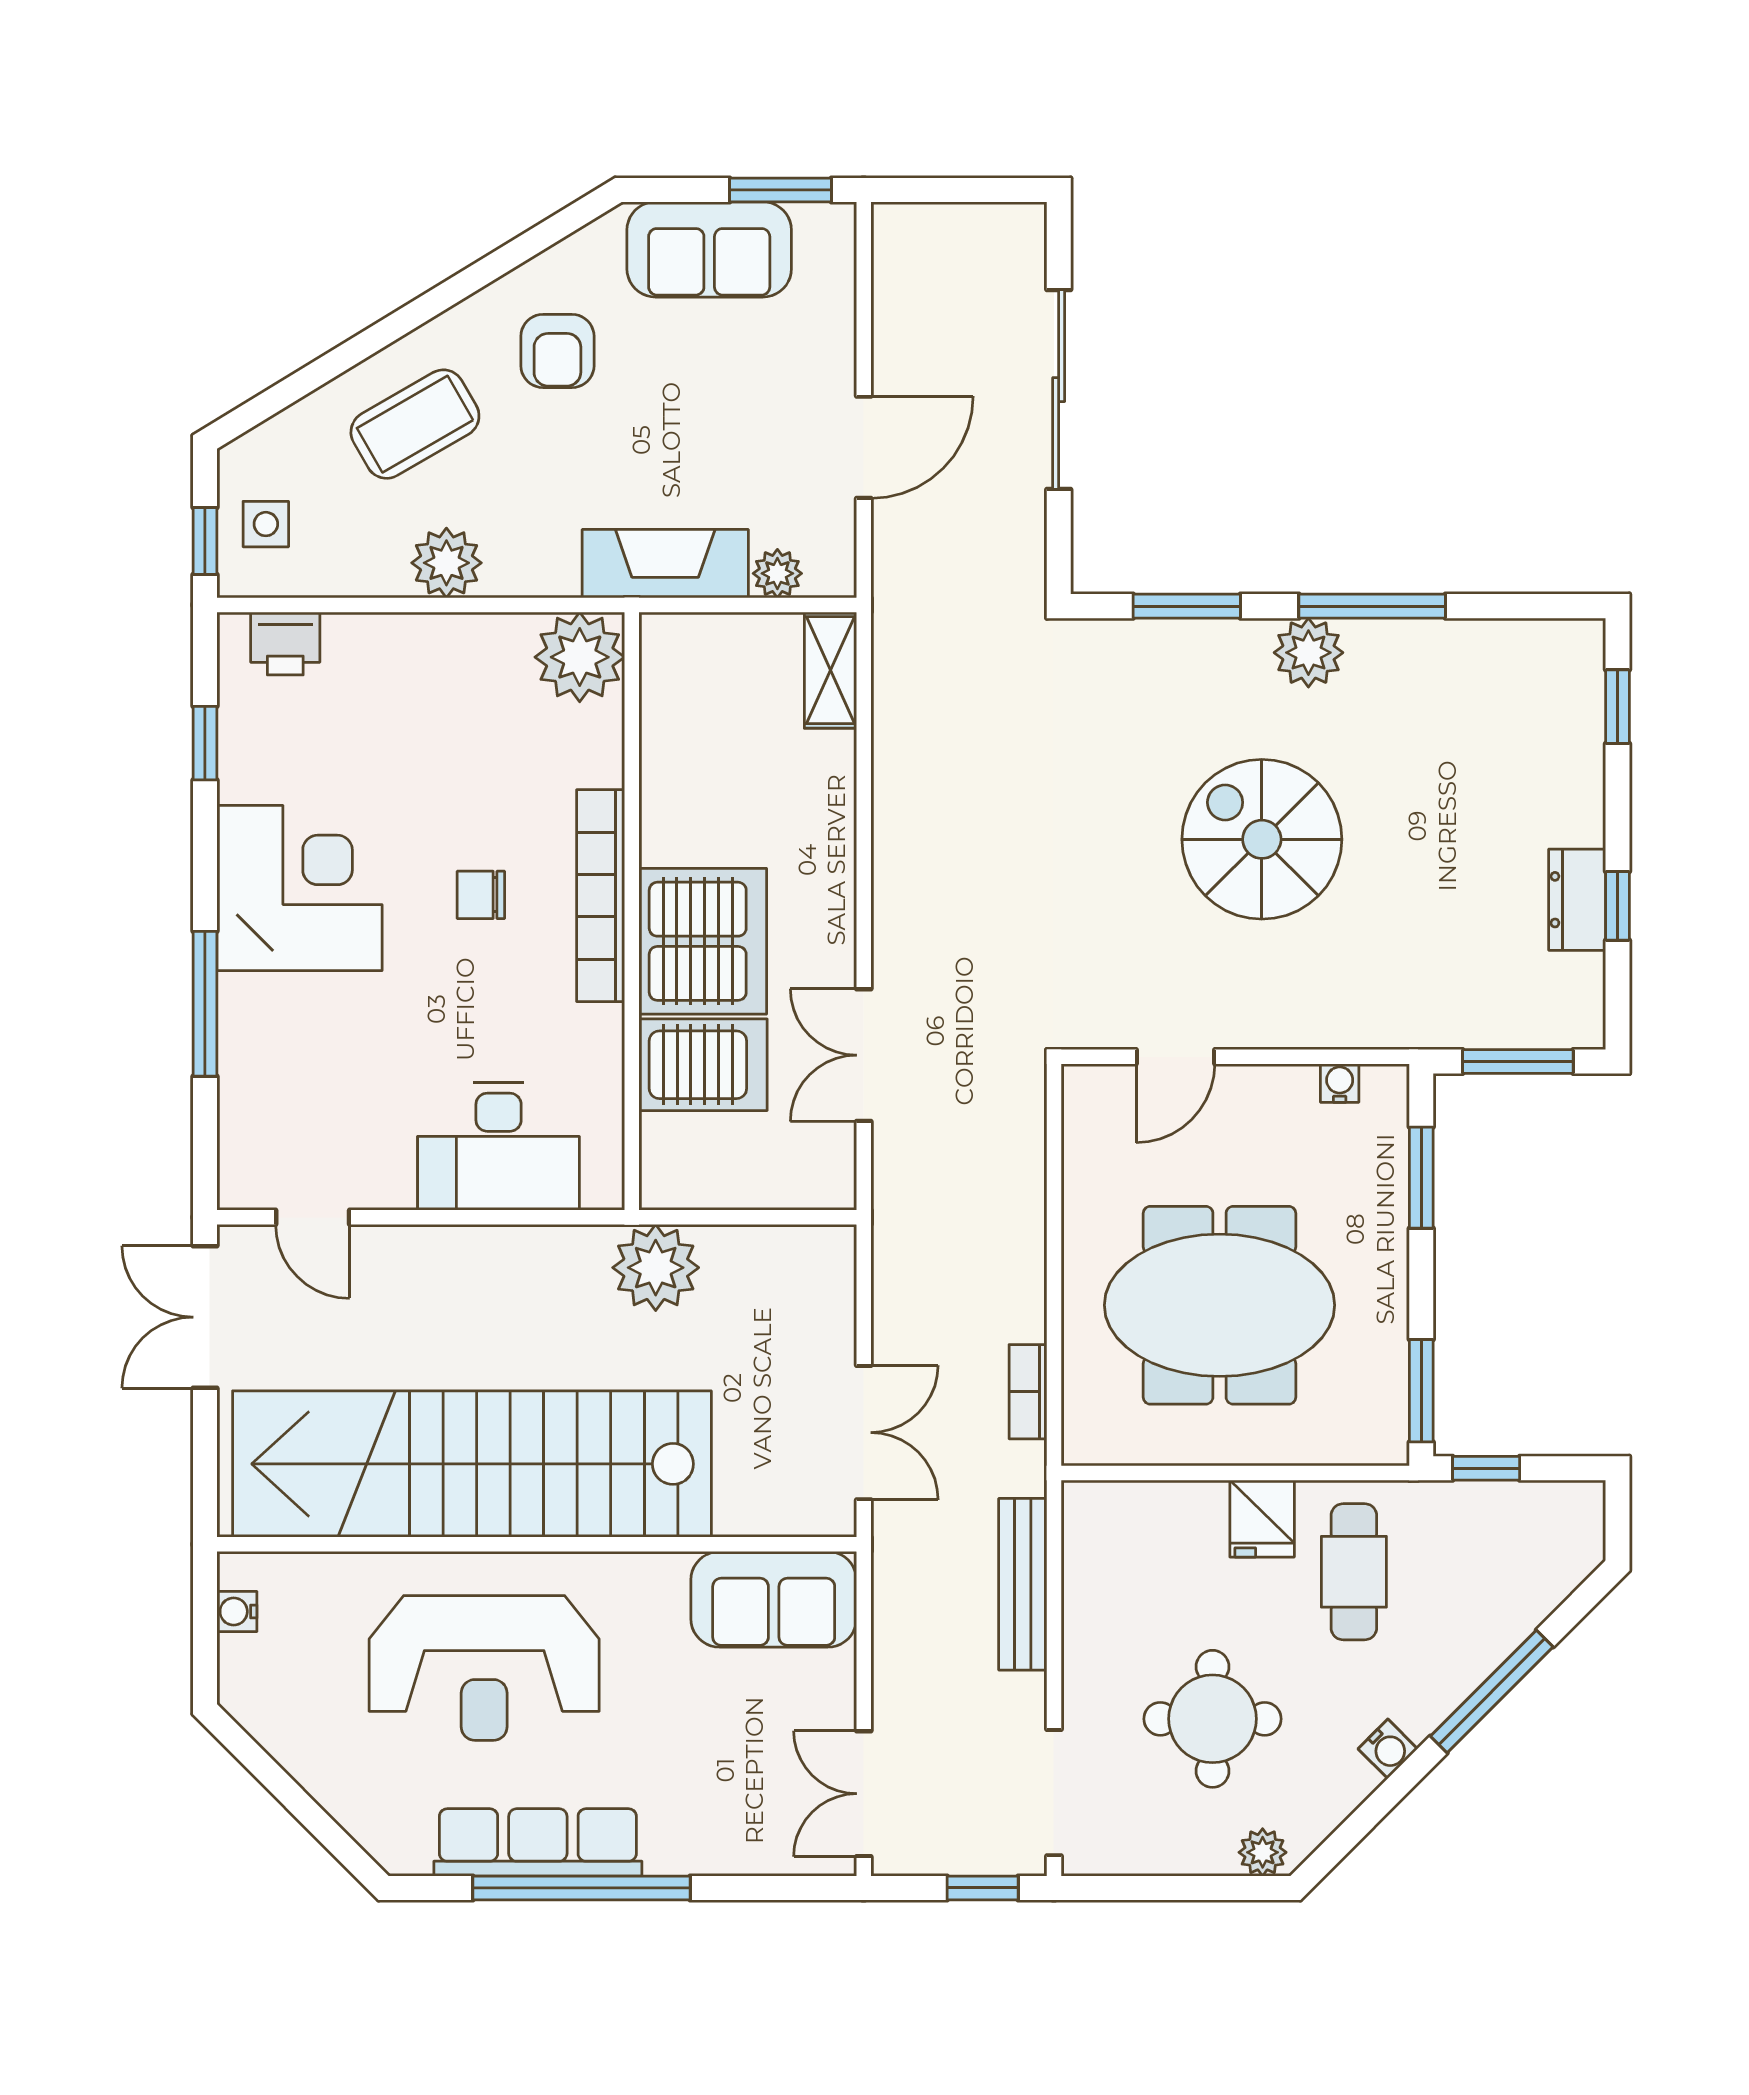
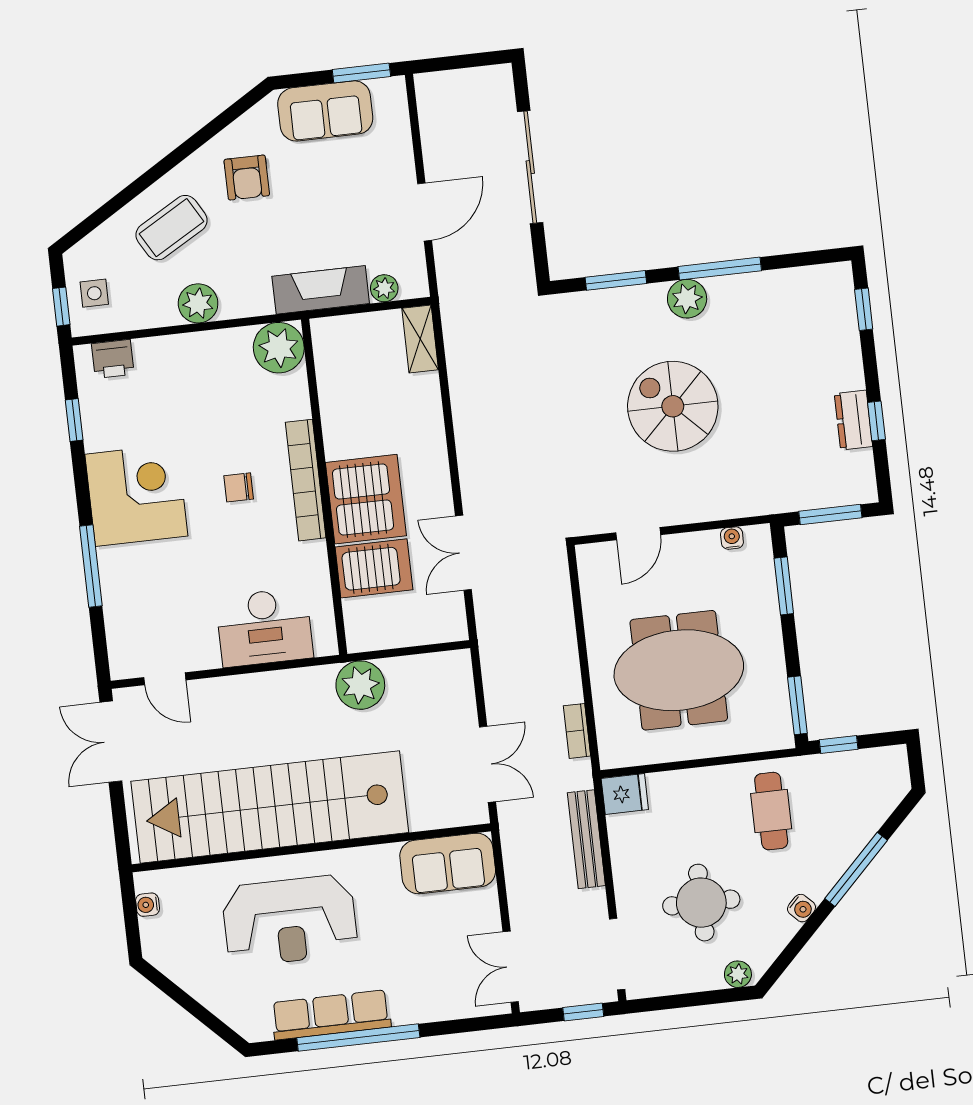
fridge: (1262, 1519) -> (625, 794), moved, turned -90

